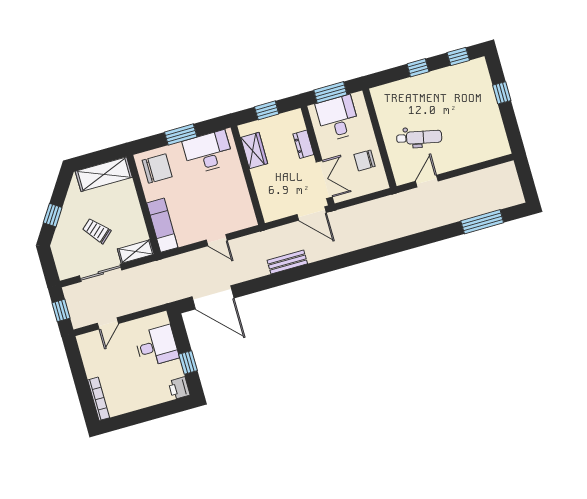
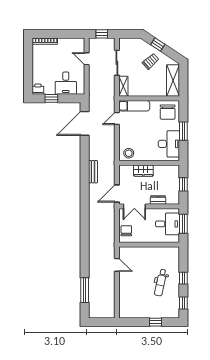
dental chair: (419, 137) -> (161, 283), moved
wardrobe: (254, 151) -> (143, 171), moved
chair: (365, 160) -> (126, 231), moved
stool: (241, 213) -> (129, 153), added
trolley: (97, 231) -> (151, 61), moved
door: (217, 240) -> (117, 119), moved

